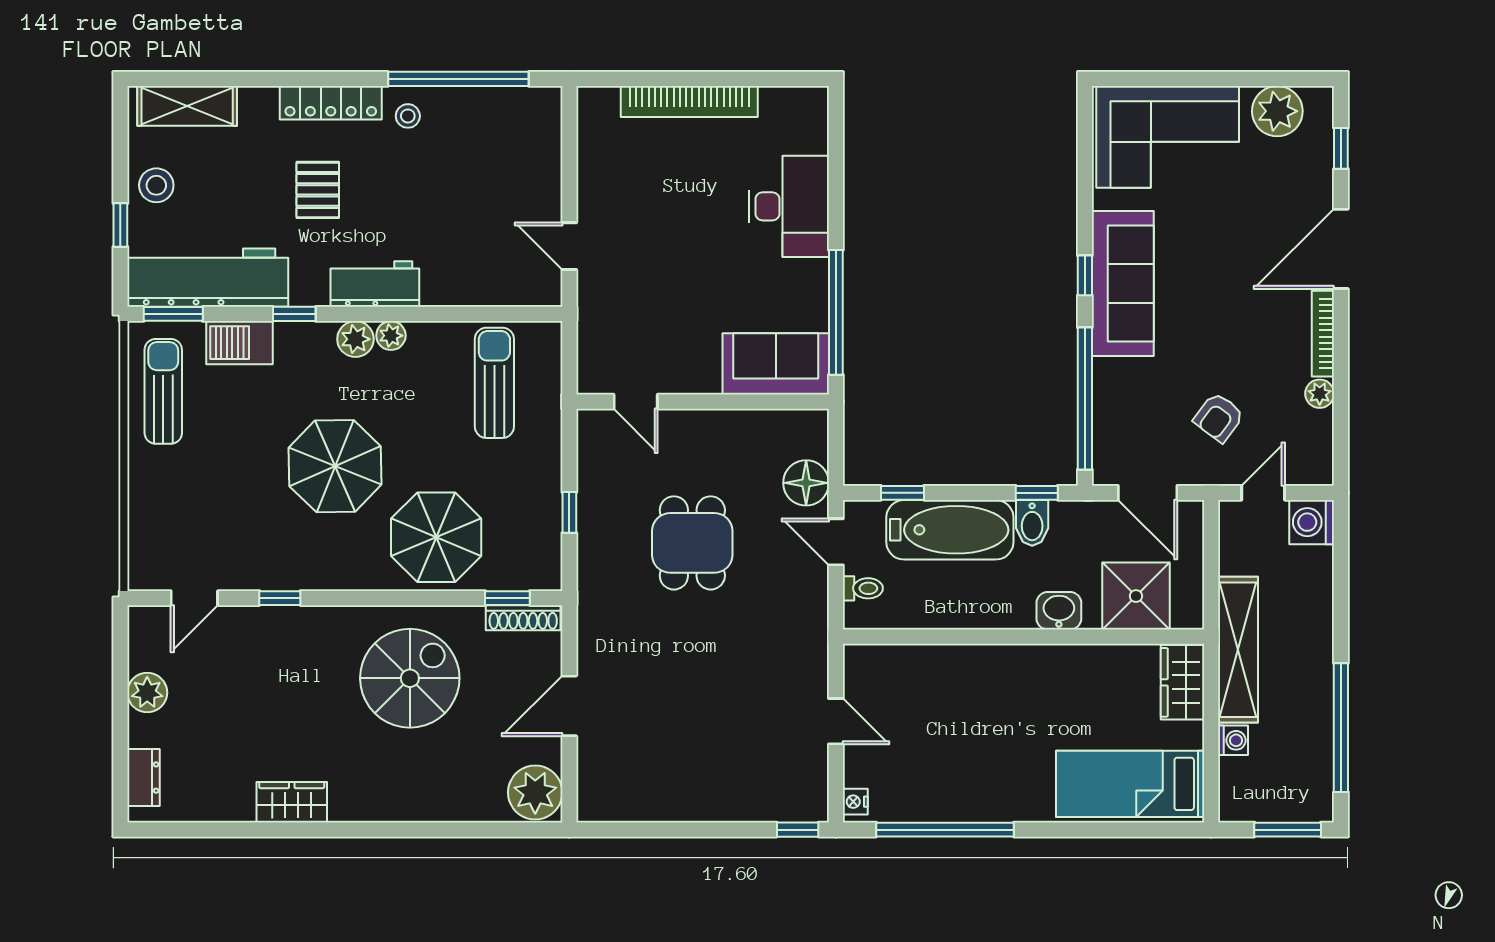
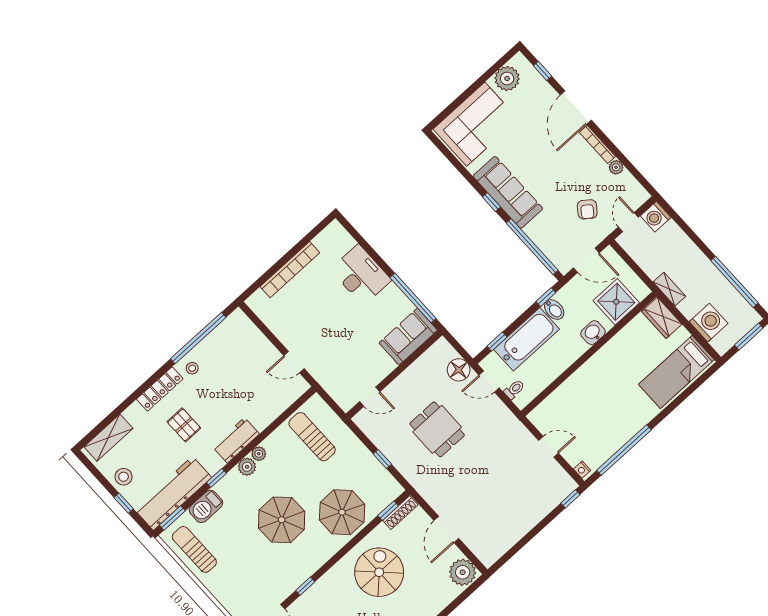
shelving: (1238, 650) -> (669, 289), width x0.45, depth x0.75
washing machine: (1233, 740) -> (709, 323), width x1.89, depth x1.89

